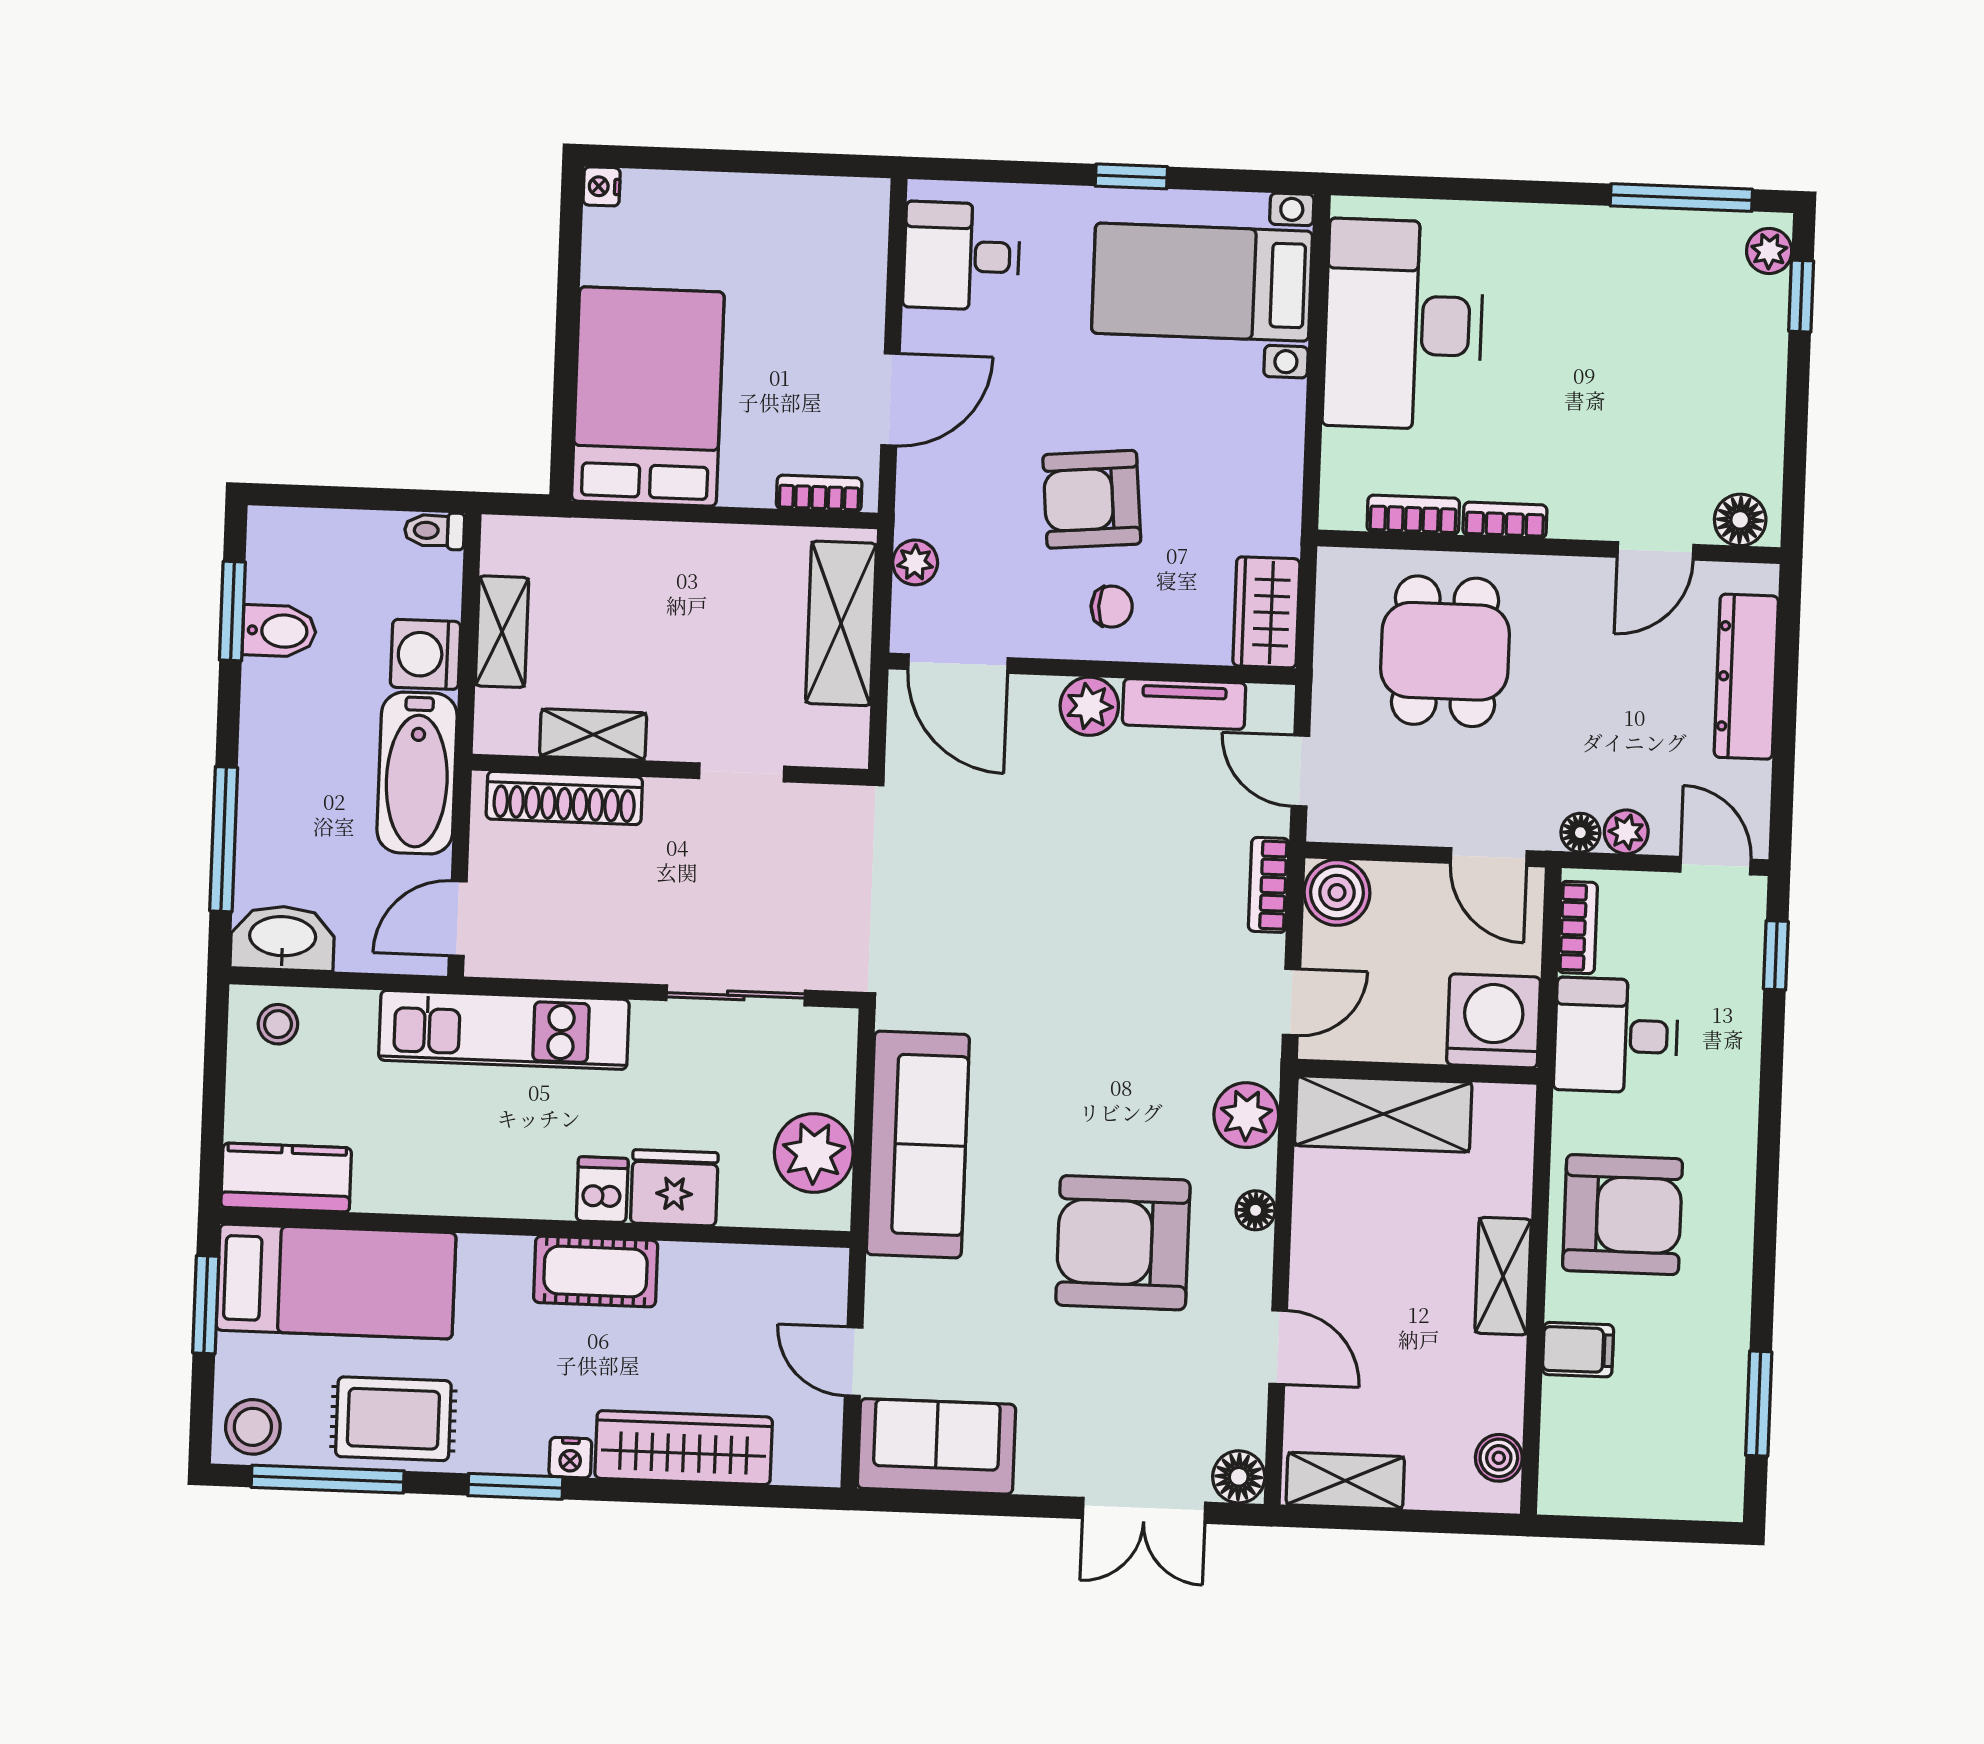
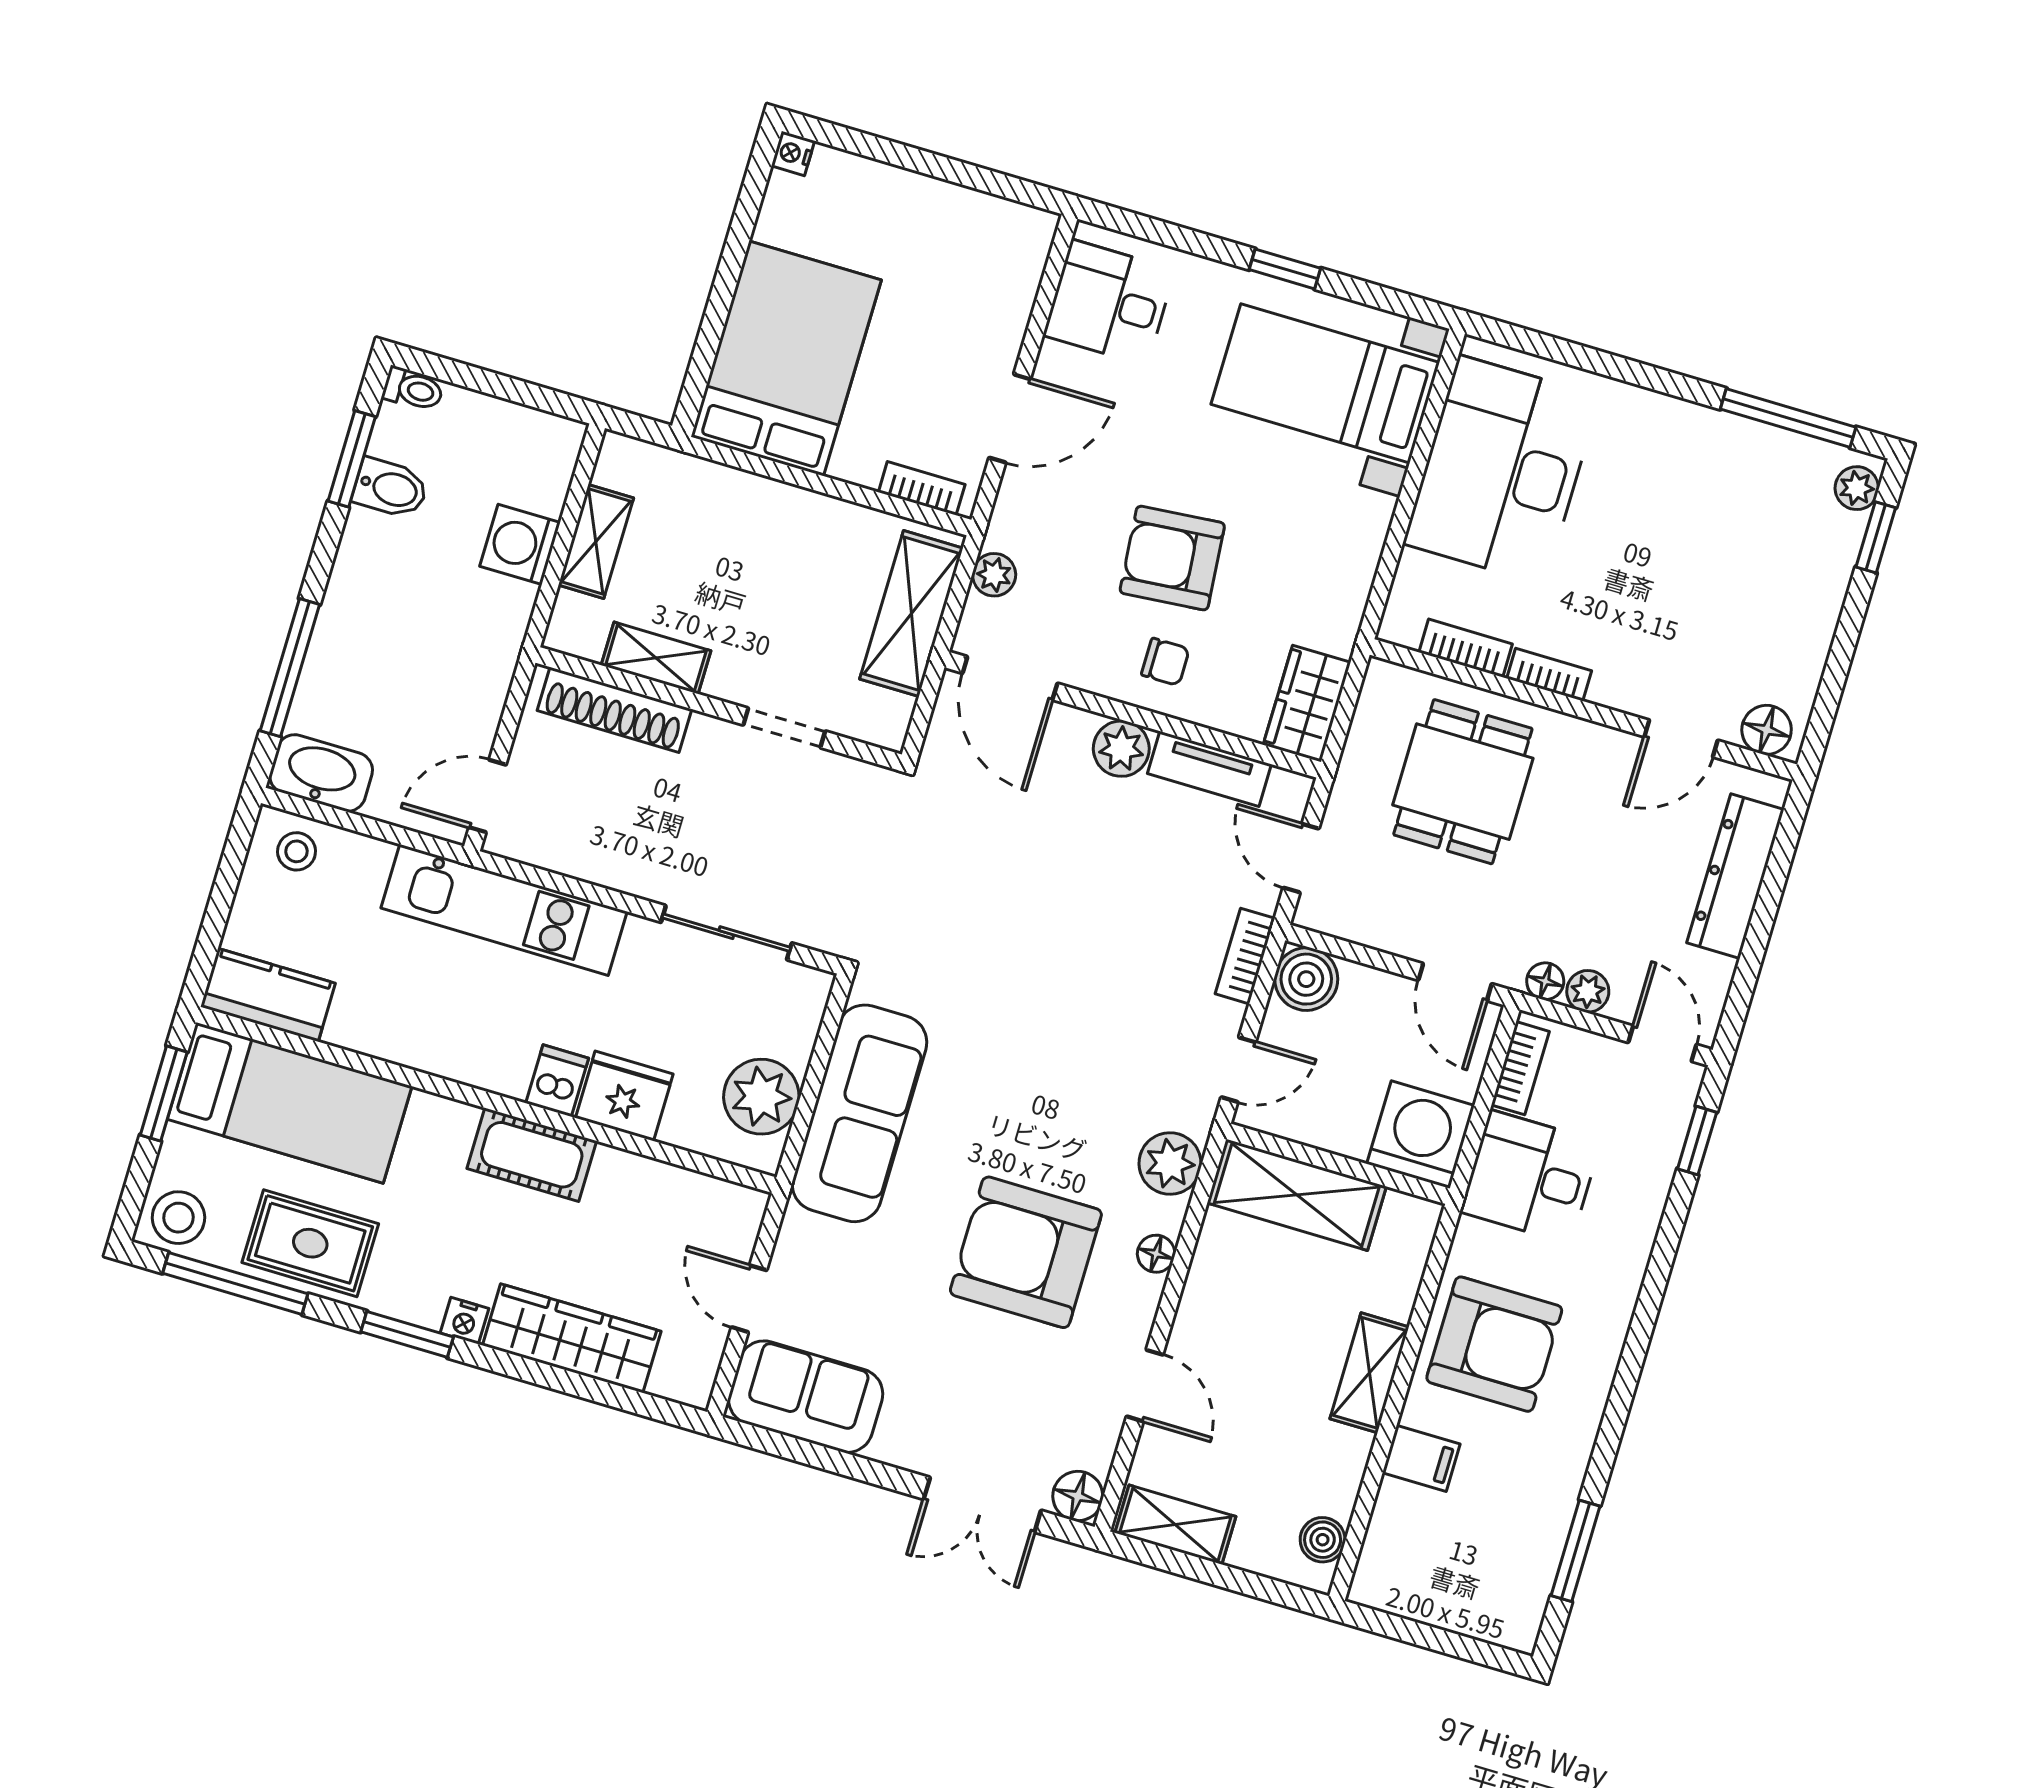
toilet: (435, 531) -> (413, 389), moved, turned 180
bathtub: (417, 773) -> (484, 652), removed

